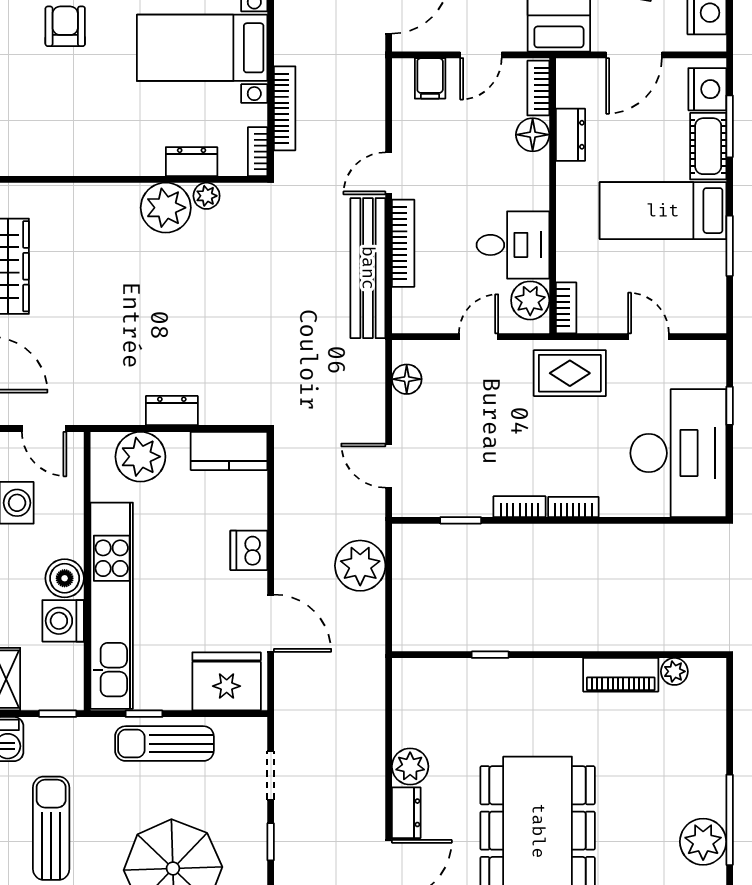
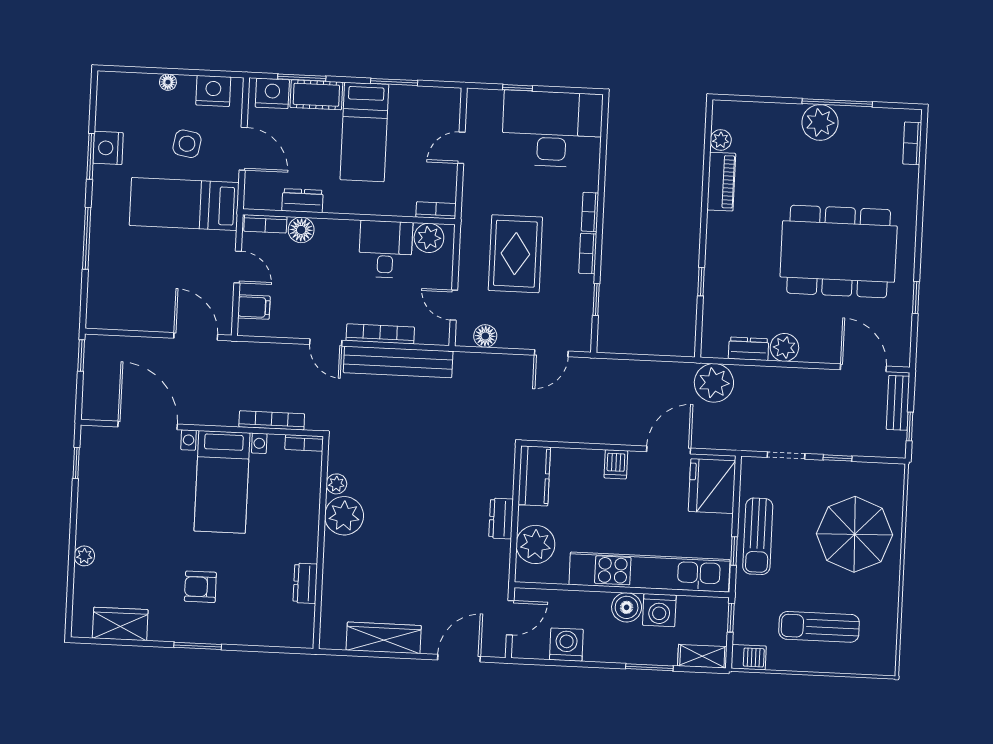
dresser: (192, 162) -> (305, 583), moved
door: (479, 337) -> (454, 305), moved
rug: (570, 373) -> (515, 254), moved, width x1.36, depth x1.43
dishwasher: (249, 550) -> (616, 464), width x0.73
plant: (360, 566) -> (714, 383), moved
dresser: (406, 813) -> (749, 349), moved
plant: (703, 842) -> (820, 122), moved

